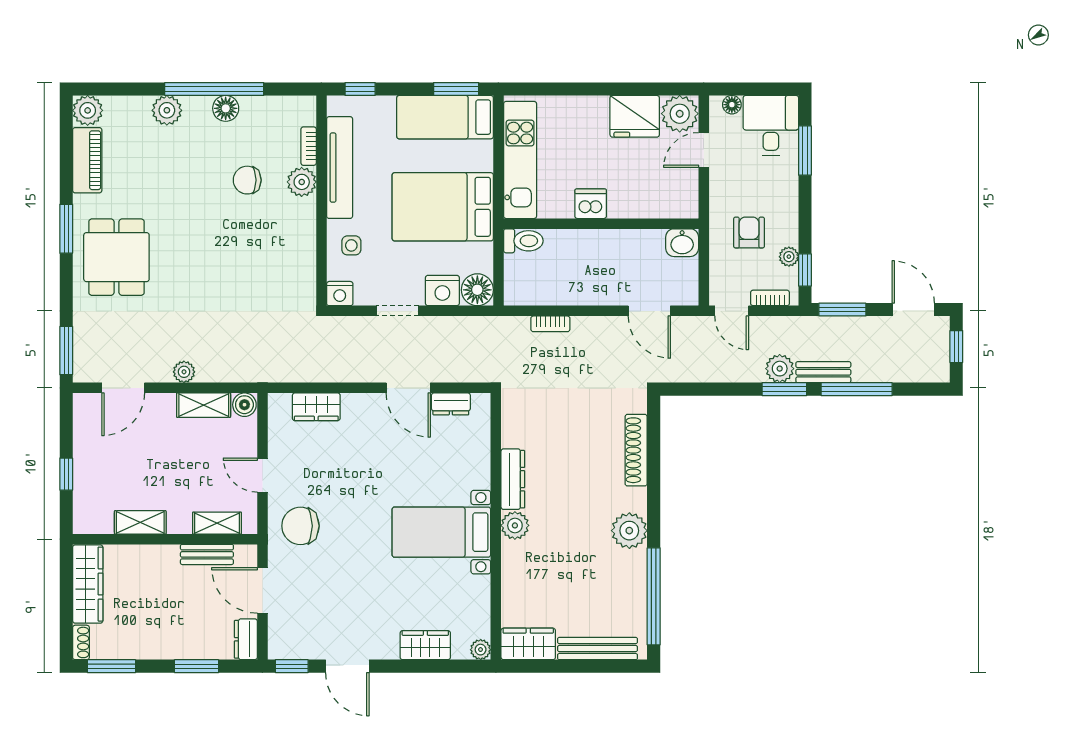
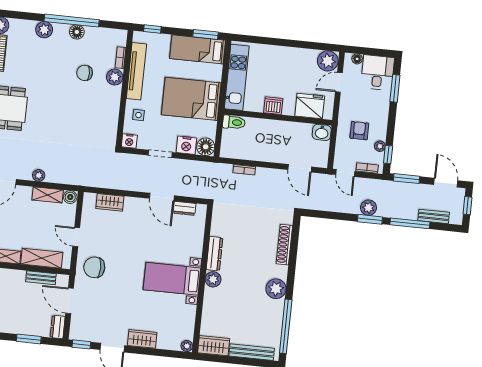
fridge: (635, 116) -> (310, 106), moved, turned 180
bench: (823, 372) -> (434, 216), moved
shelving: (217, 523) -> (42, 258), width x1.50, depth x1.33
wardrobe: (425, 645) -> (142, 339), moved

